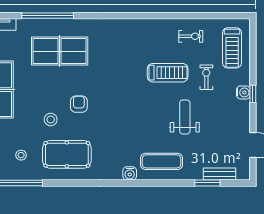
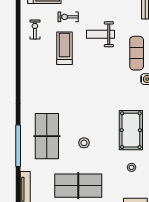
armchair: (79, 104) -> (90, 120), removed
stool: (51, 119) -> (84, 143), moved

